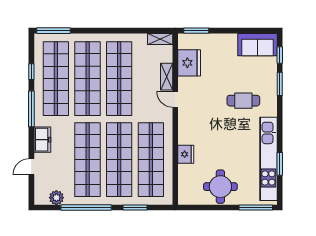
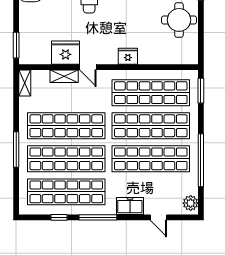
window: (54, 31) -> (16, 149), moved
fridge: (189, 63) -> (66, 53), moved
door: (175, 99) -> (88, 67), hinge flipped
fridge: (186, 154) -> (128, 56), moved
plant: (56, 198) -> (191, 203), moved
window: (135, 208) -> (201, 91), moved

